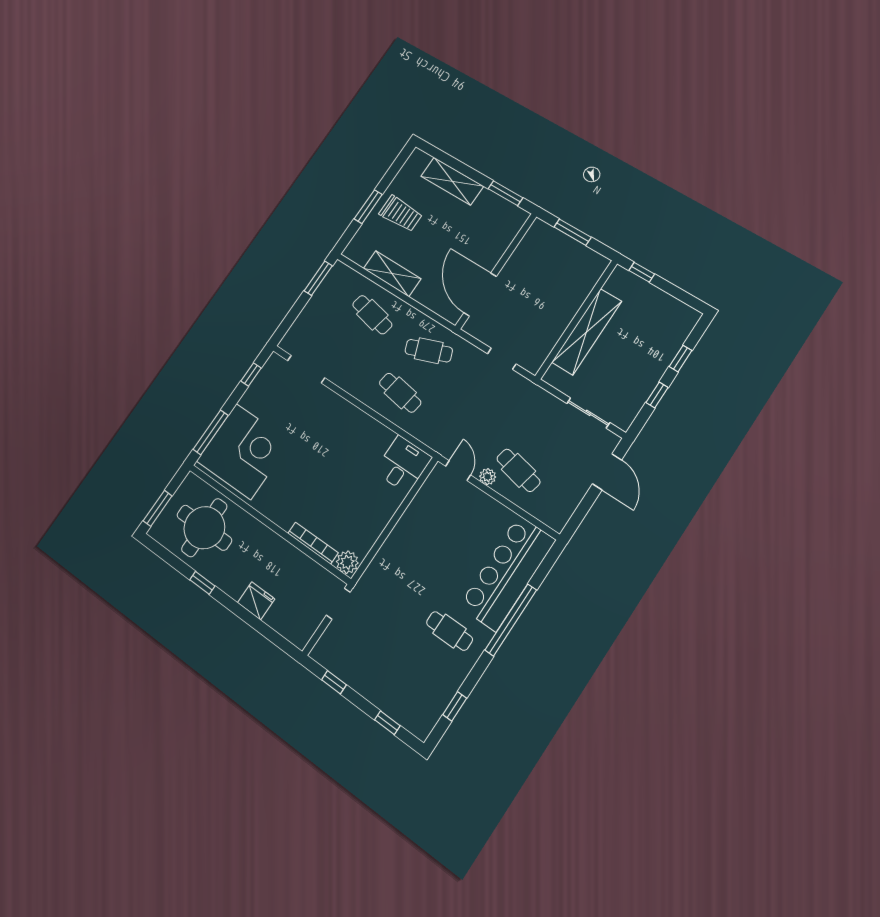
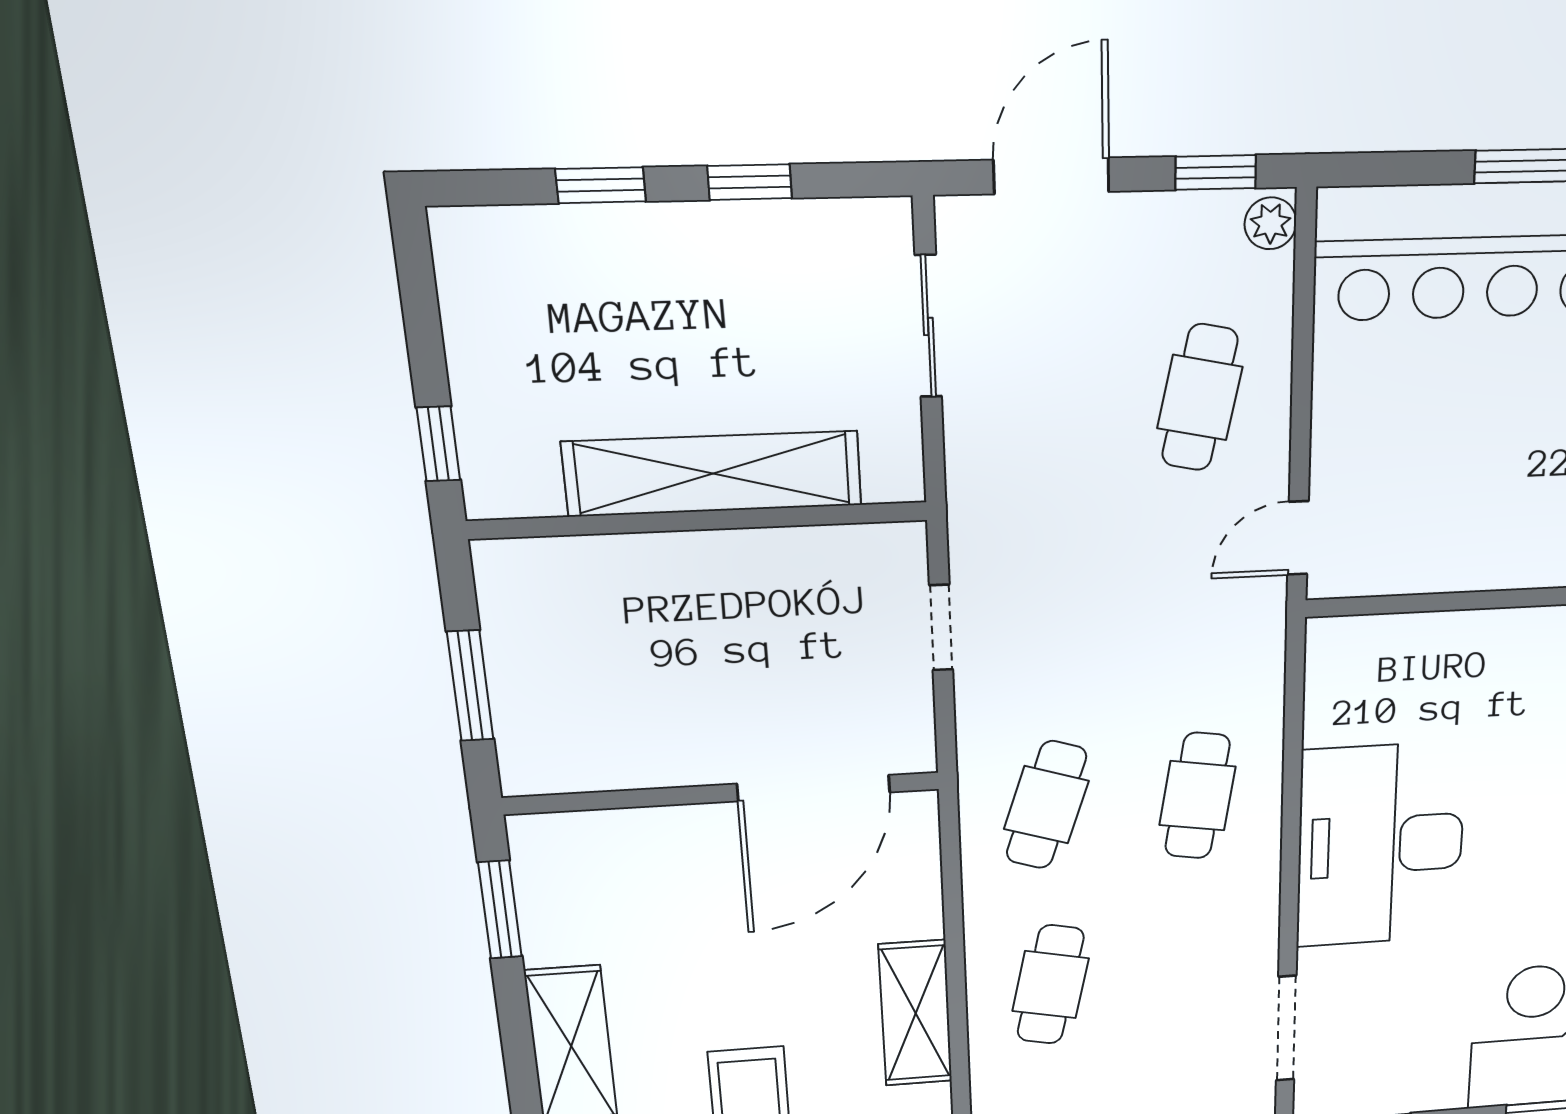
cafe table: (429, 351) -> (1046, 805), turned 39
desk: (403, 464) -> (1381, 845), moved, width x1.87, depth x1.30
plant: (488, 477) -> (1270, 223), moved
window: (579, 515) -> (1216, 172), added

